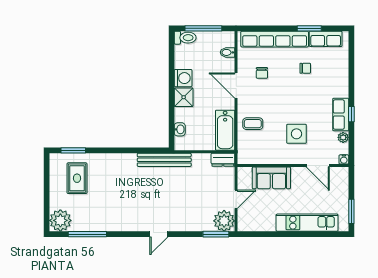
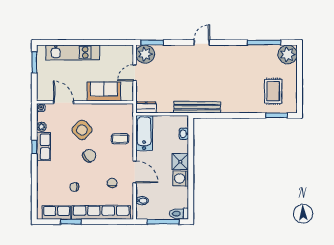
chair: (288, 104) -> (89, 156), added
side table: (297, 134) -> (82, 130), turned 45

